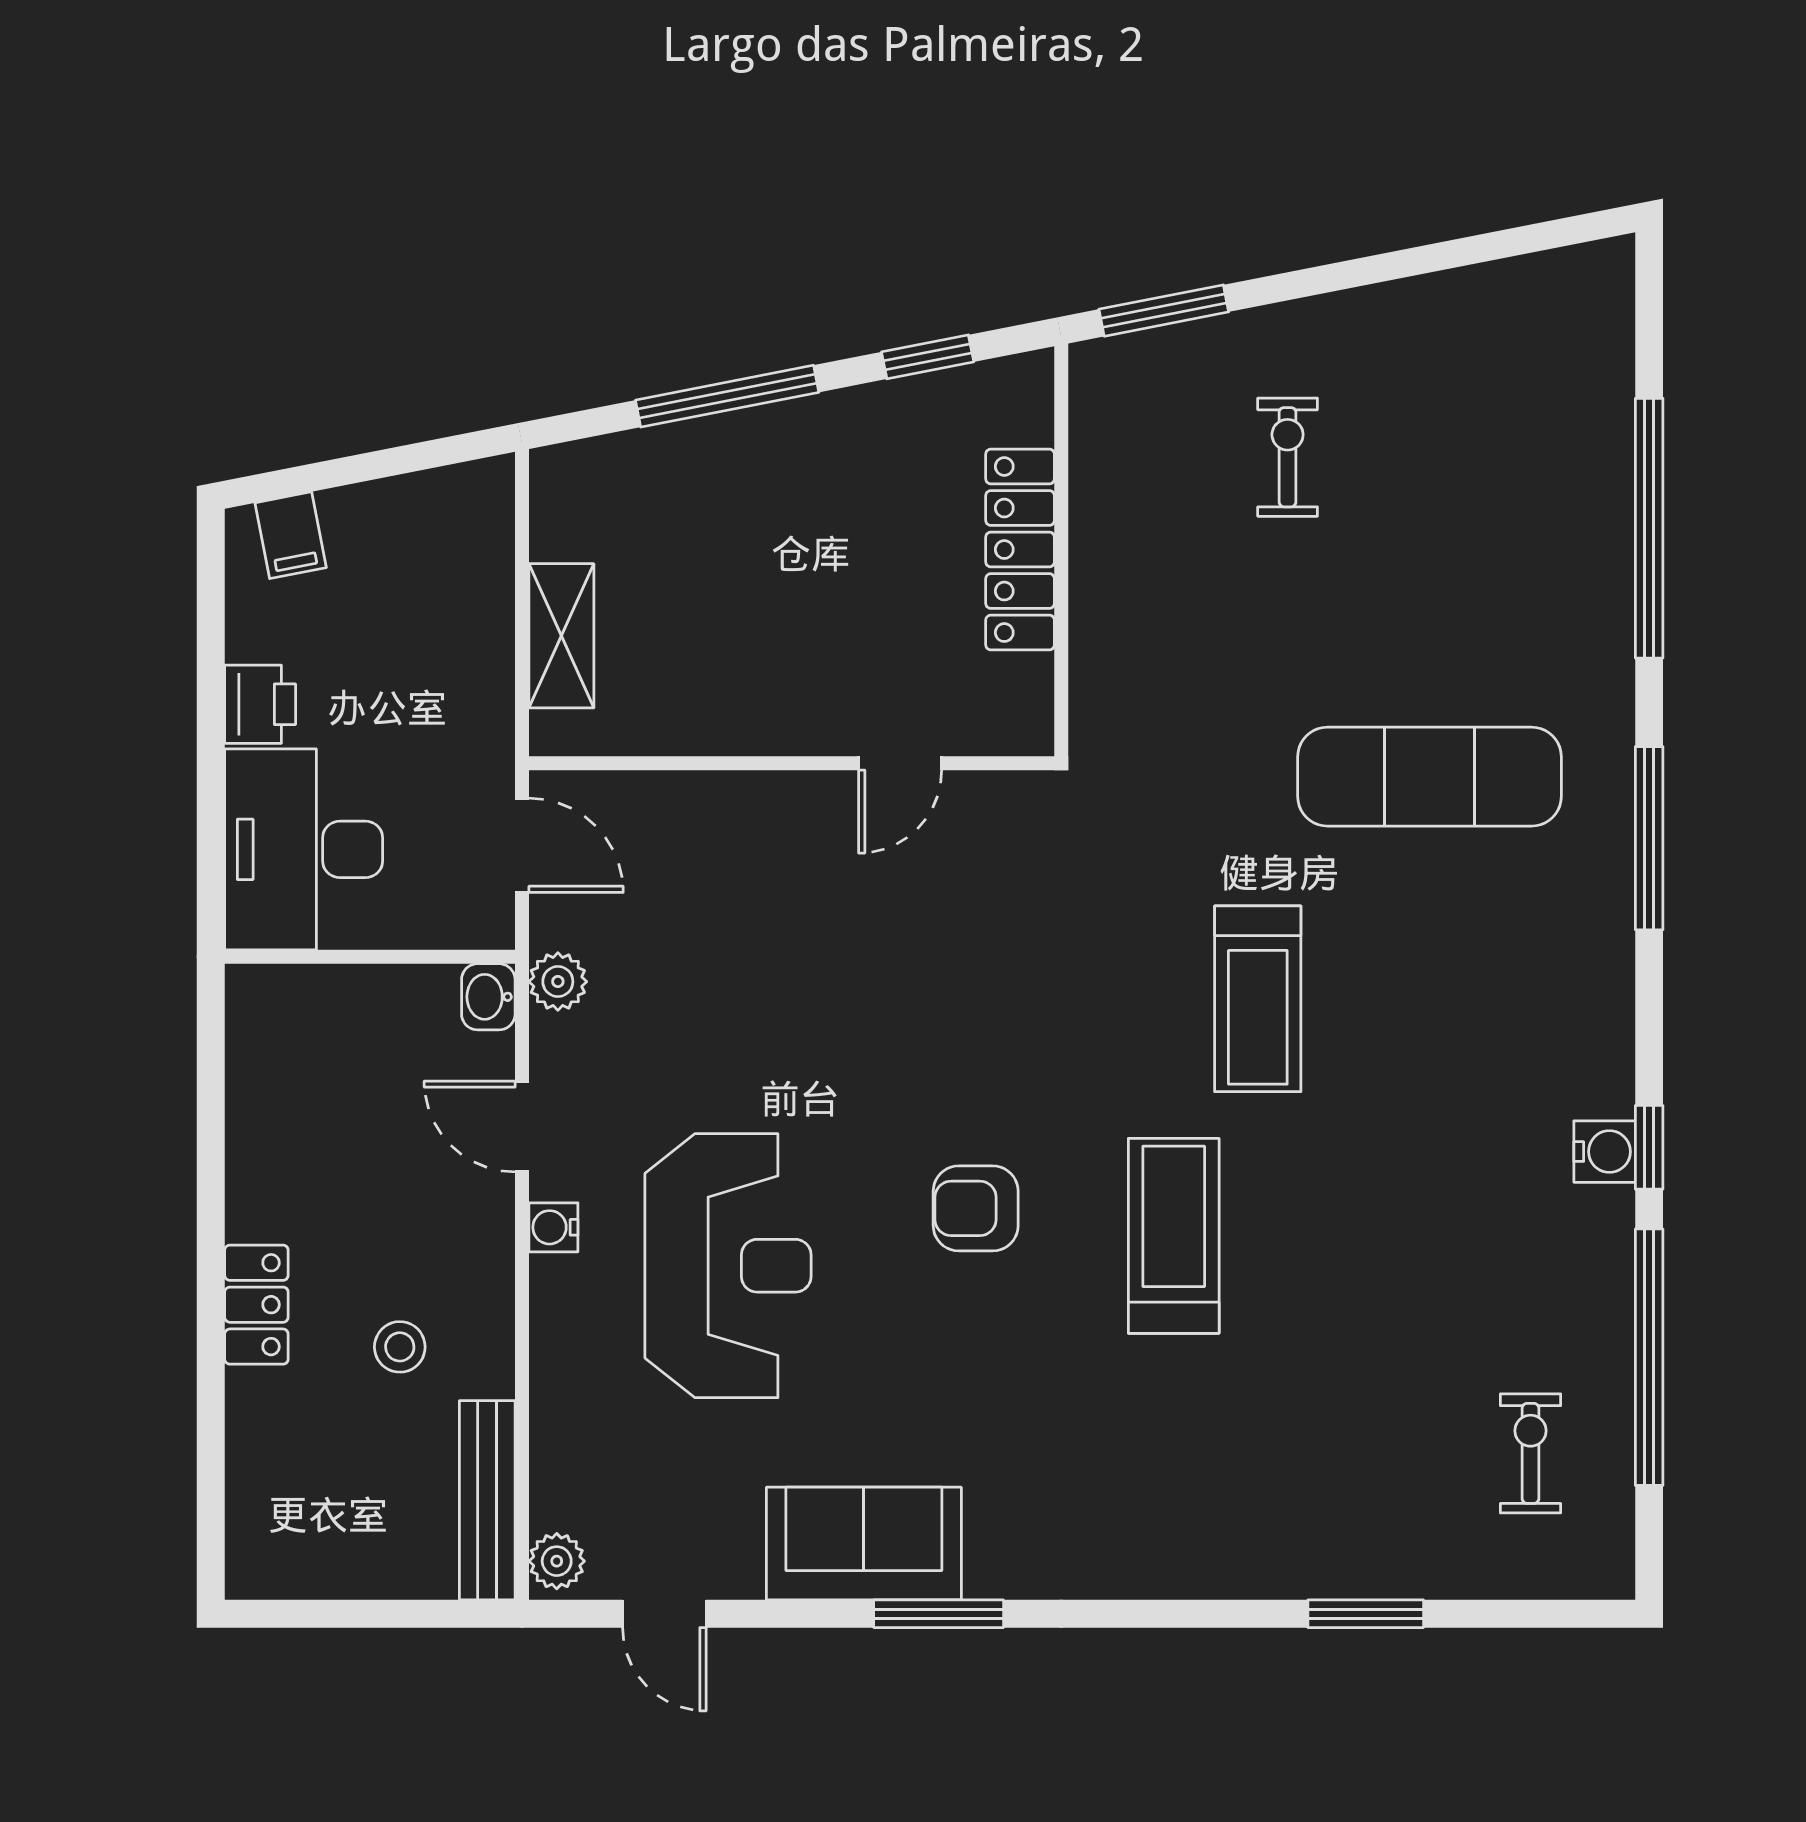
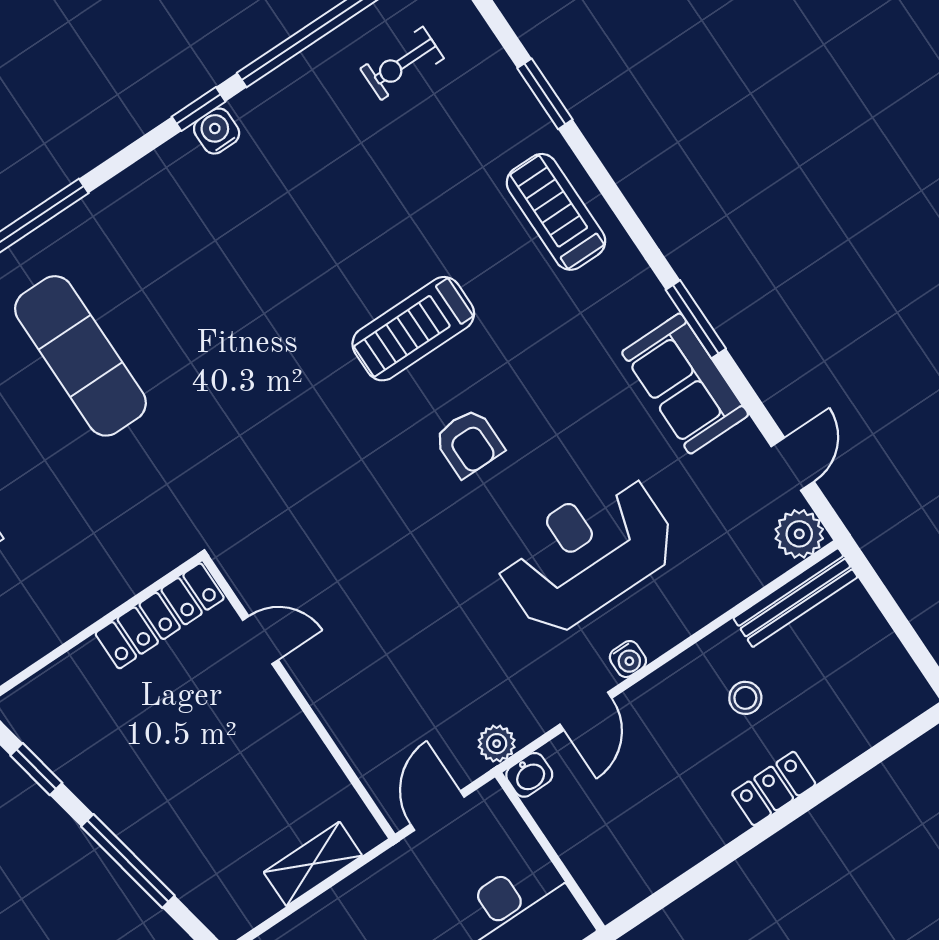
locker: (1020, 550) -> (160, 616), moved
treadmill: (1258, 999) -> (556, 212), moved, turned -90
plant: (557, 1561) -> (799, 534), width x1.38, depth x1.38

